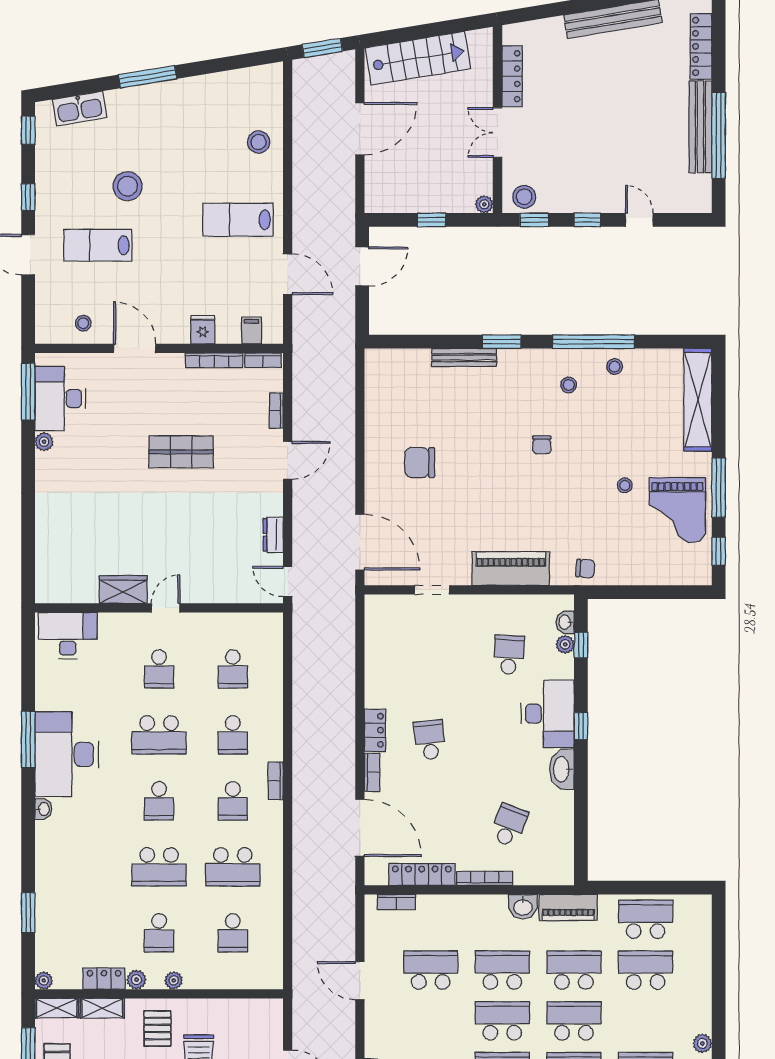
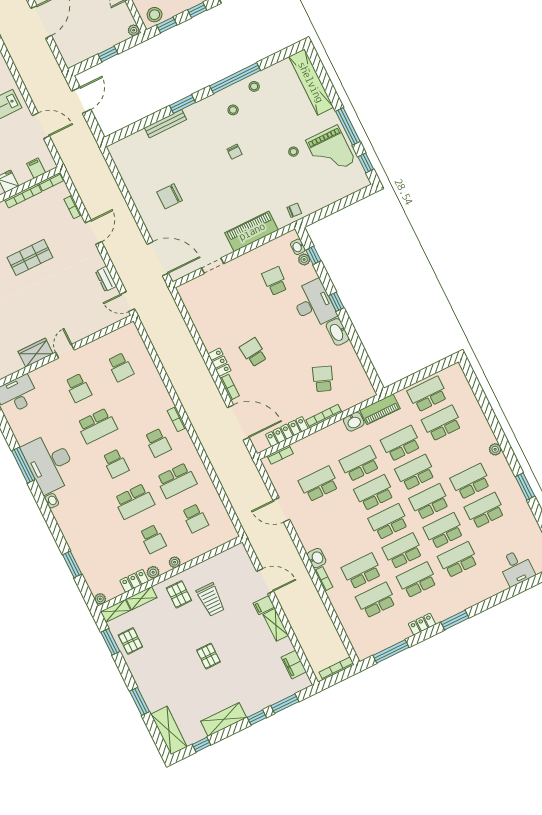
school desk: (233, 735) -> (139, 405), removed

